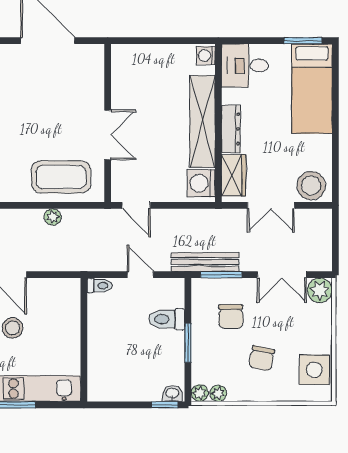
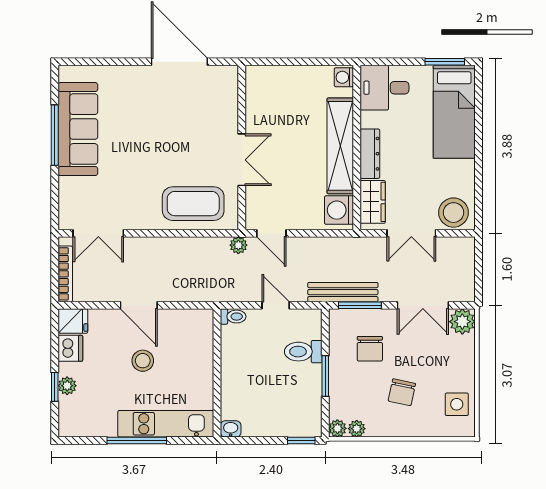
plant: (53, 217) -> (238, 245), moved
side table: (314, 370) -> (457, 404), width x0.73, depth x0.73
washbasin: (172, 394) -> (231, 429), moved

